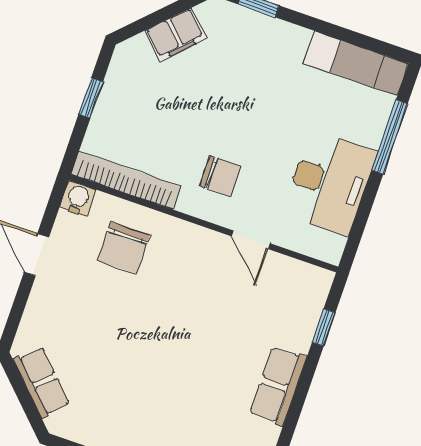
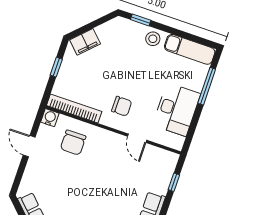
filing cabinet: (175, 35) -> (85, 42), moved
stool: (283, 42) -> (153, 39), added

